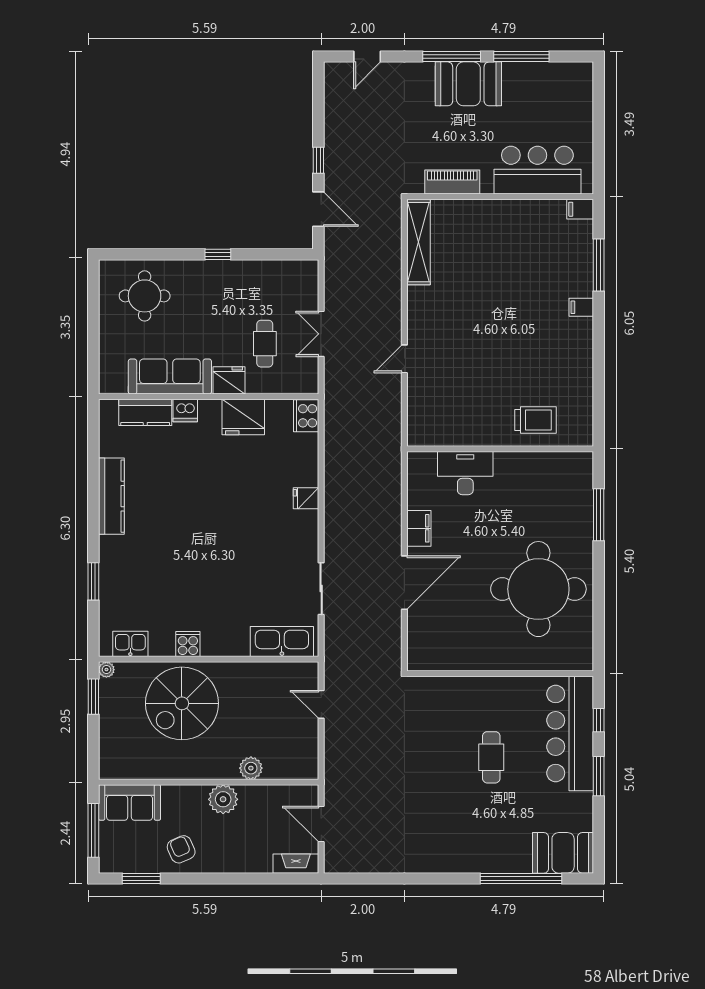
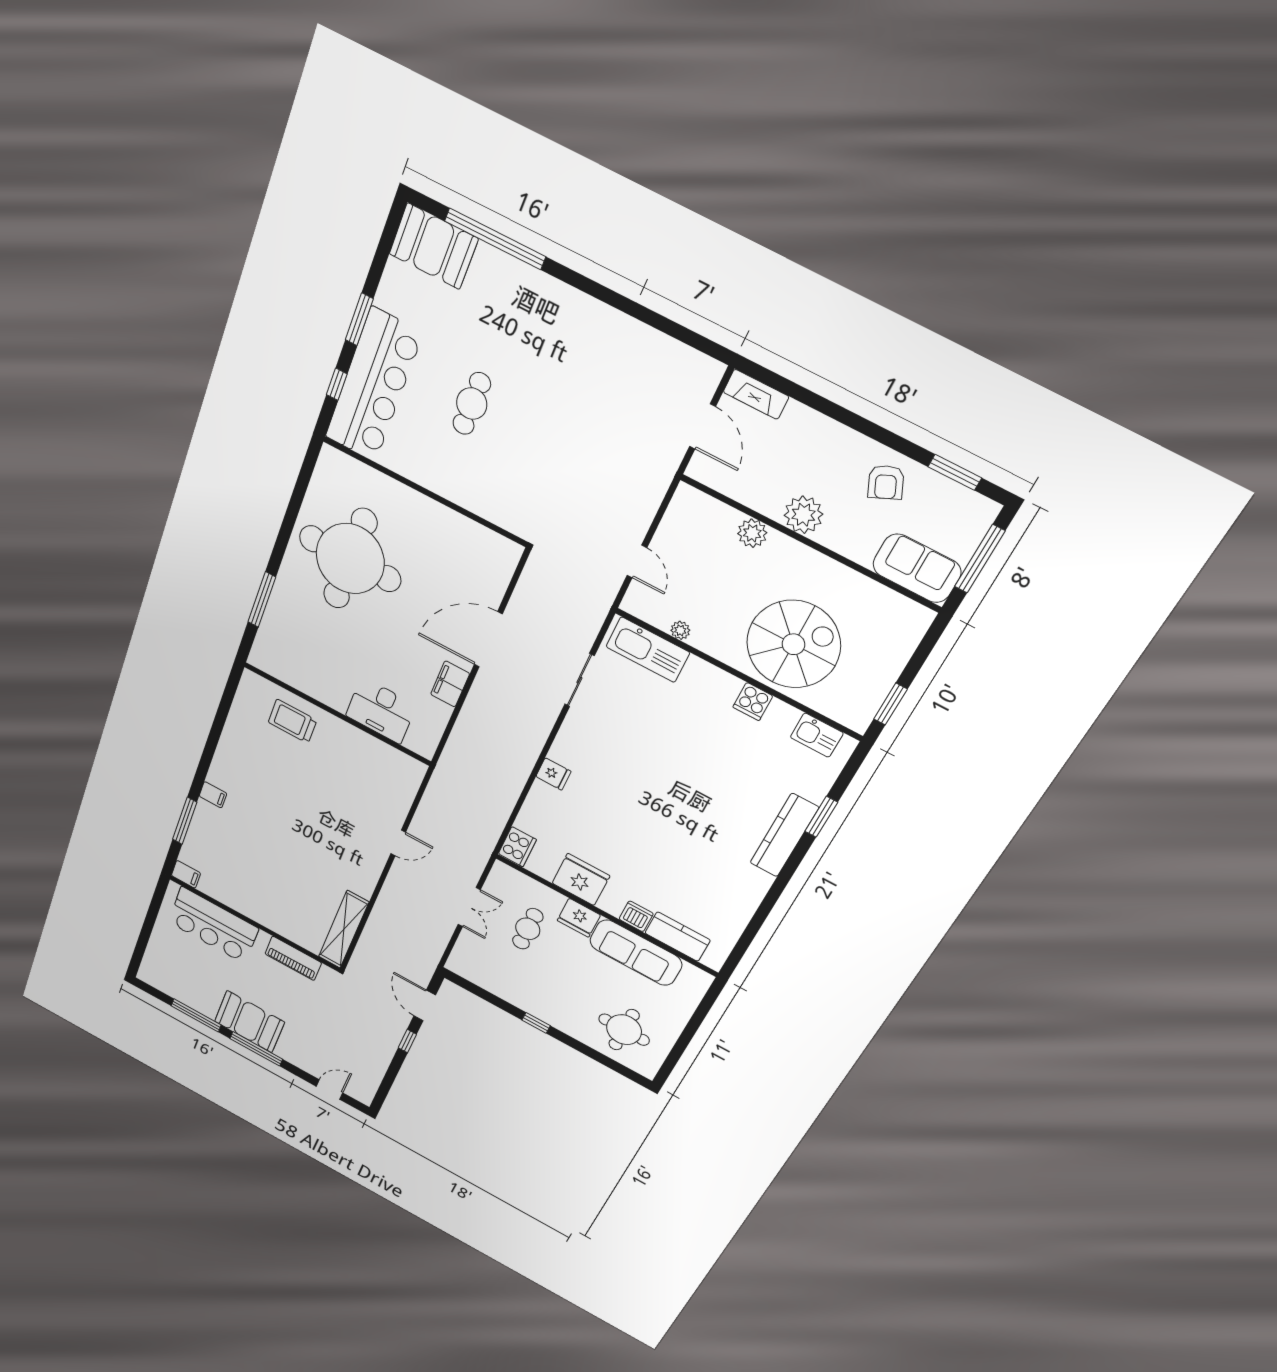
kitchen counter: (111, 496) -> (784, 835), moved
plant: (106, 670) -> (680, 630), moved

